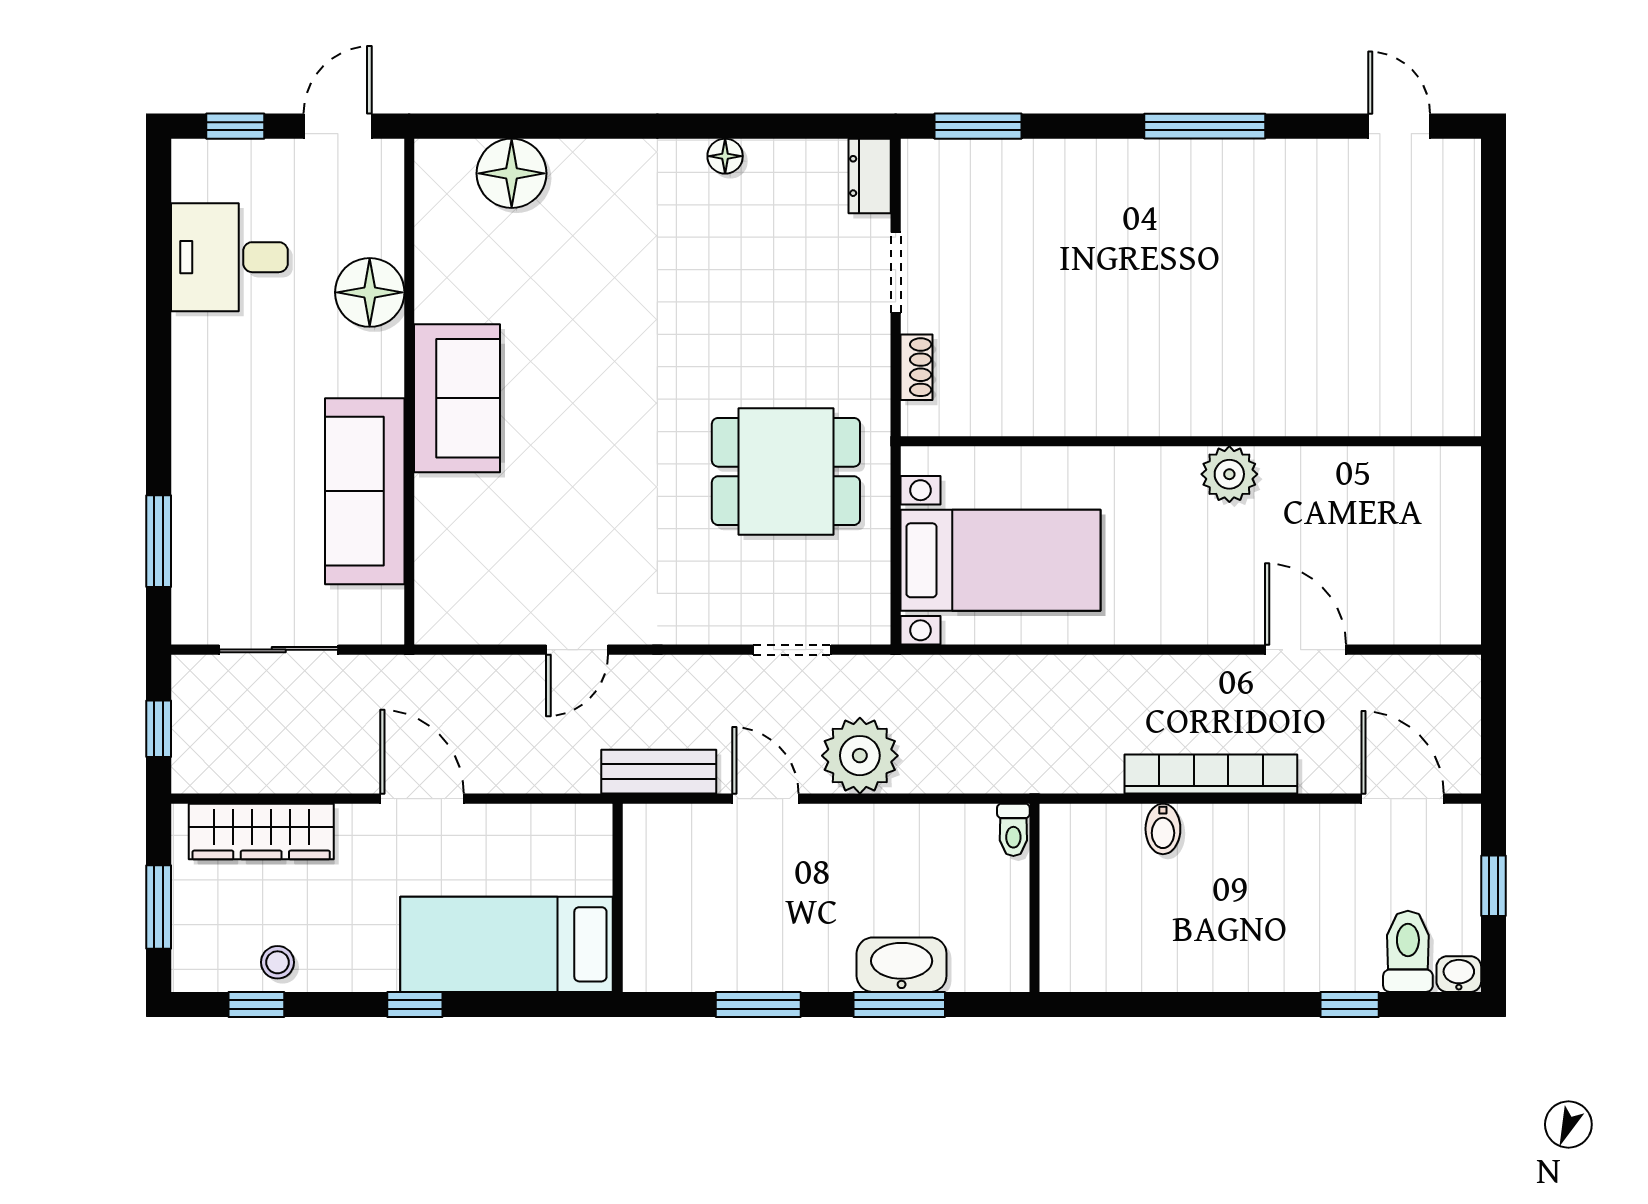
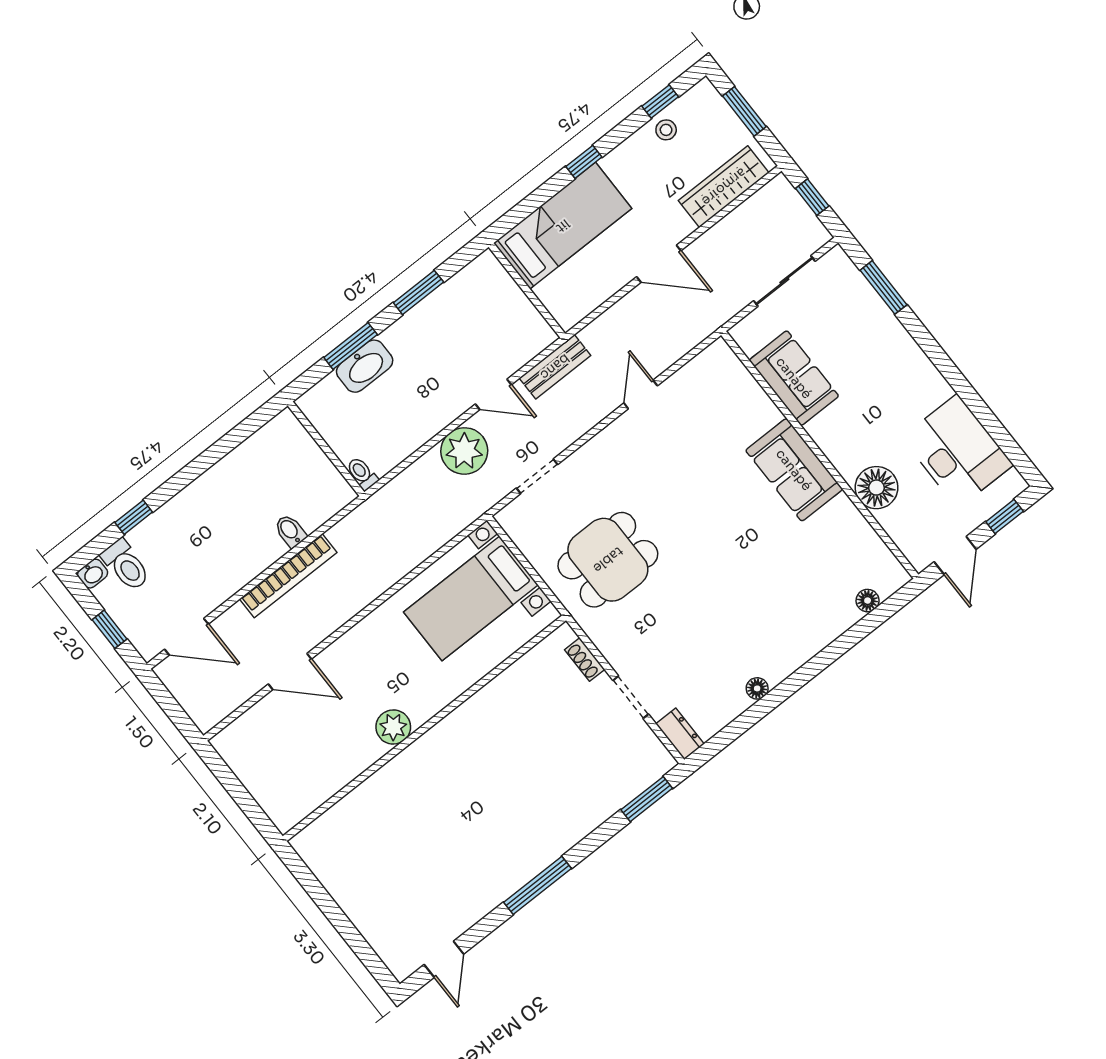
door: (1399, 126) -> (444, 959), hinge flipped
floor lamp: (512, 173) -> (868, 601), width x0.53, depth x0.53
desk: (229, 257) -> (957, 451), width x1.37
sofa: (365, 491) -> (794, 378), width x0.73

